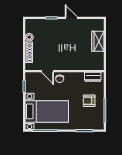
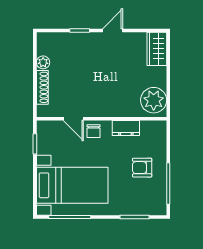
door: (71, 18) -> (113, 30), hinge flipped
wardrobe: (98, 41) -> (157, 49), moved
plant: (96, 60) -> (154, 100), added
dresser: (93, 77) -> (126, 128), moved

